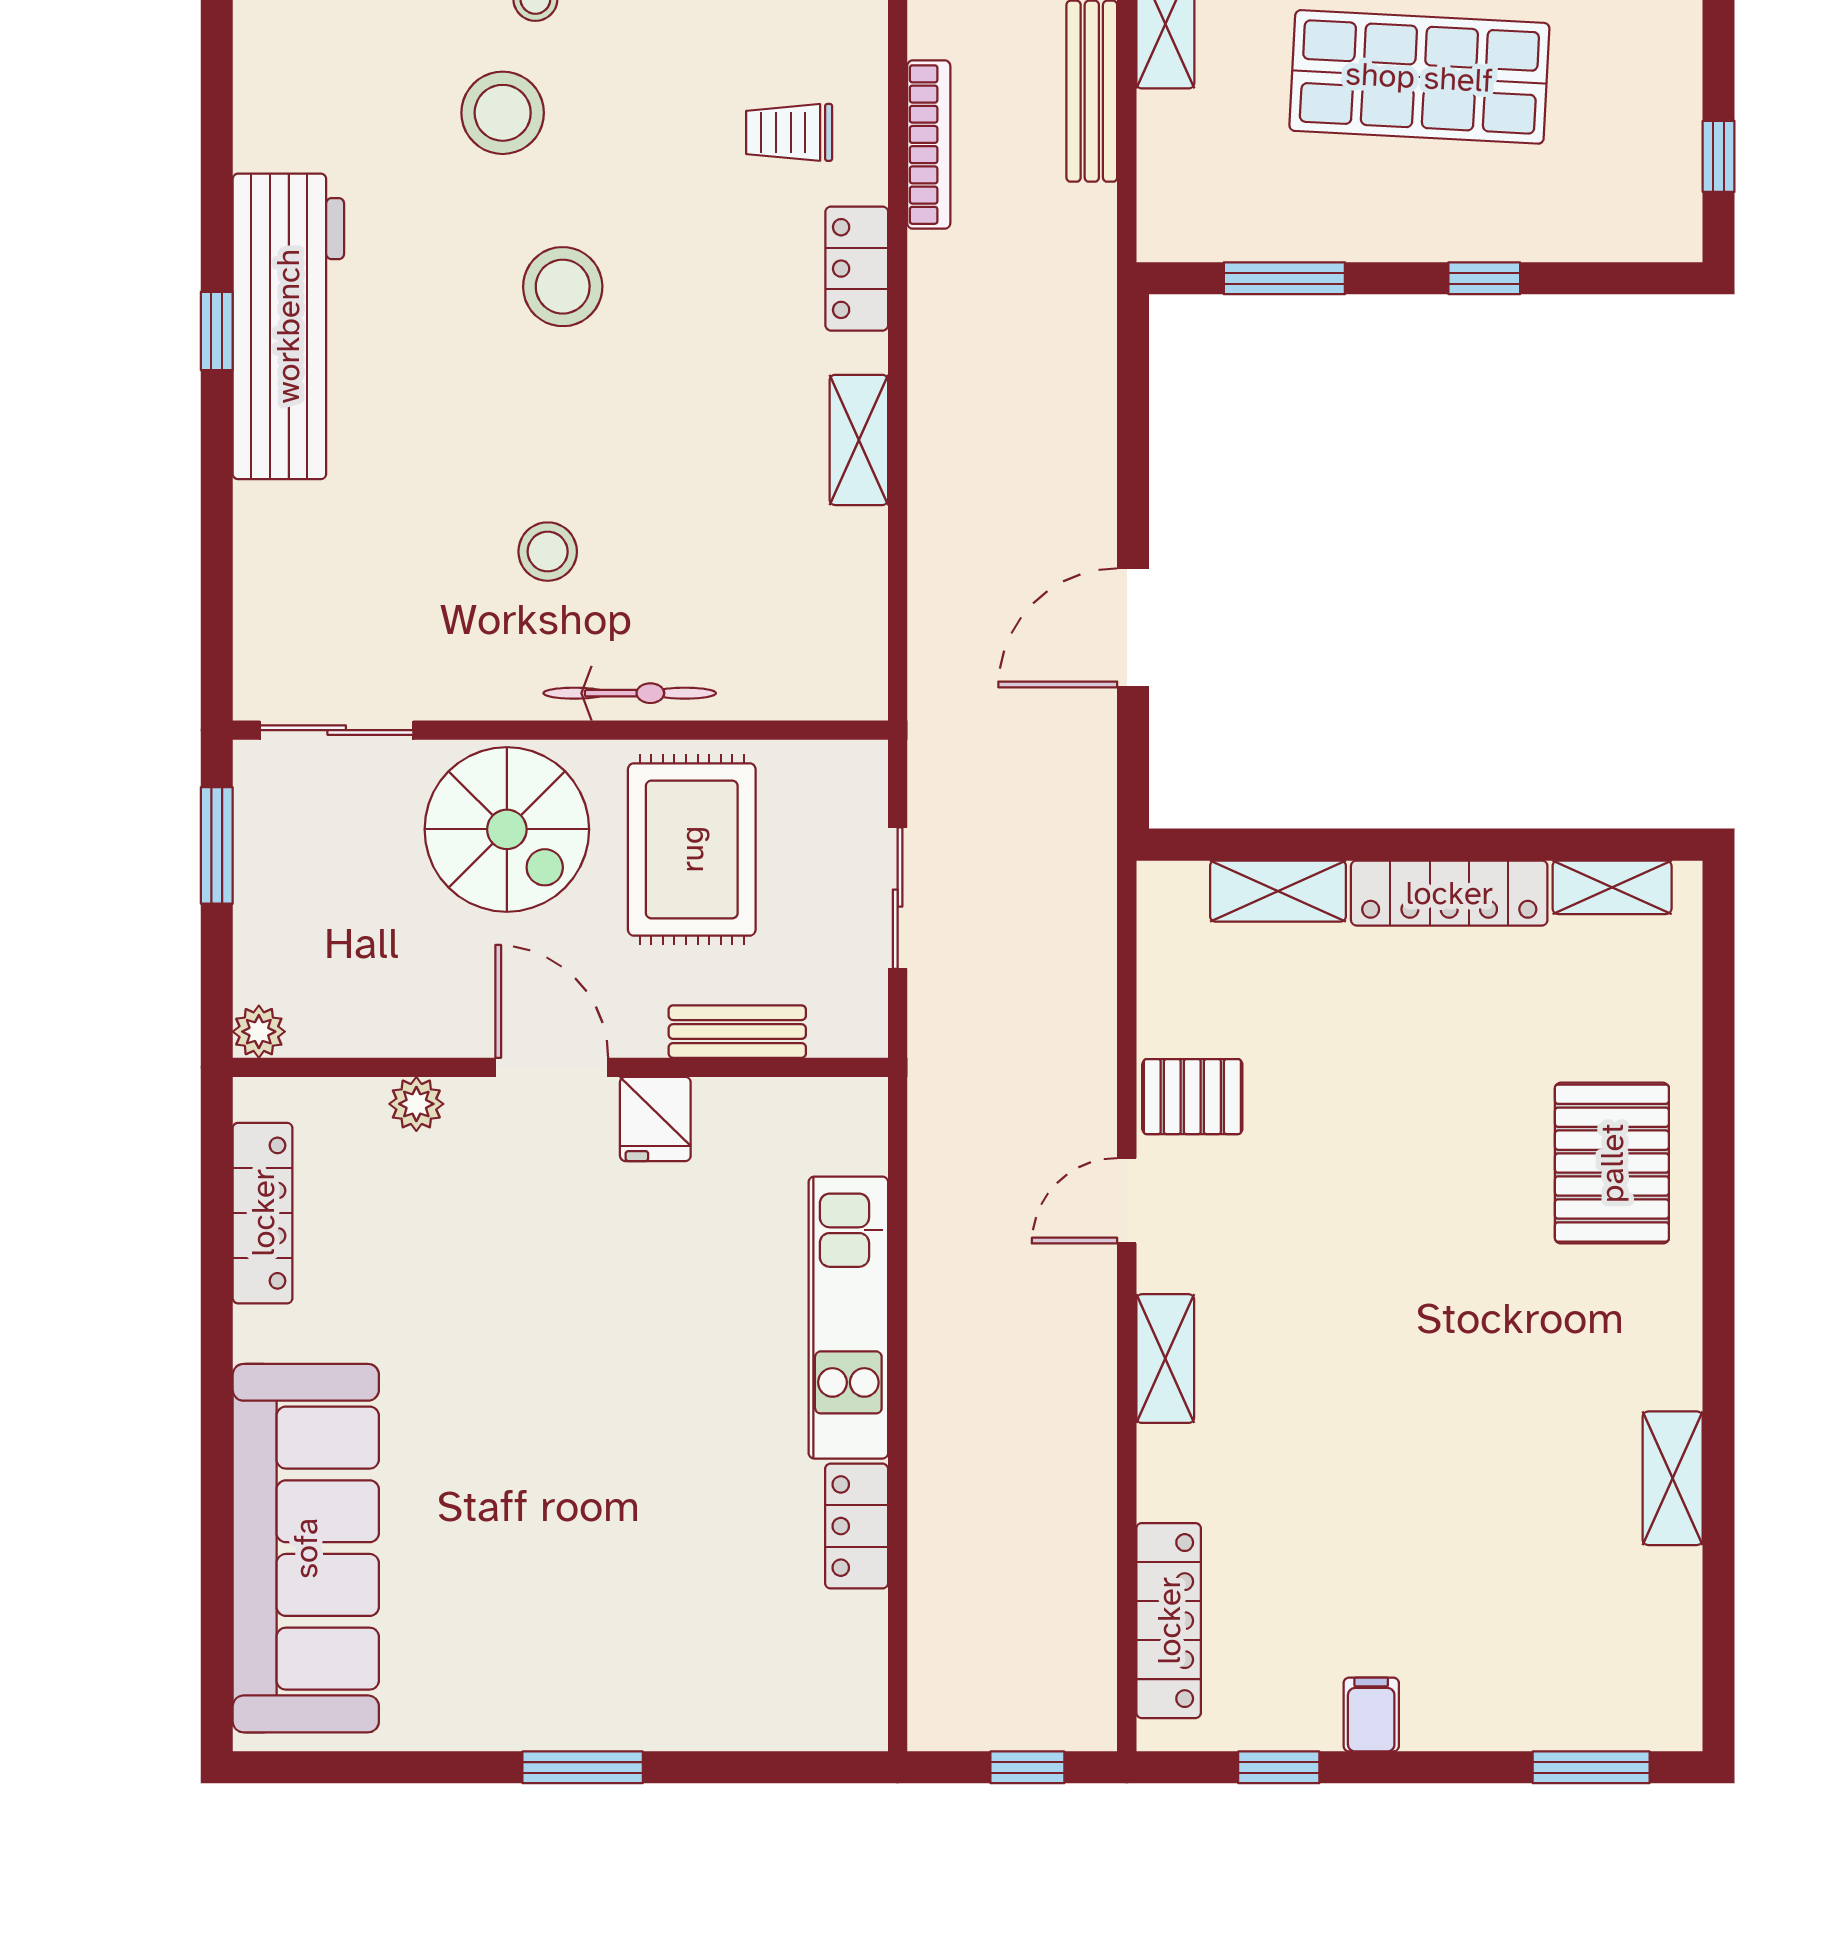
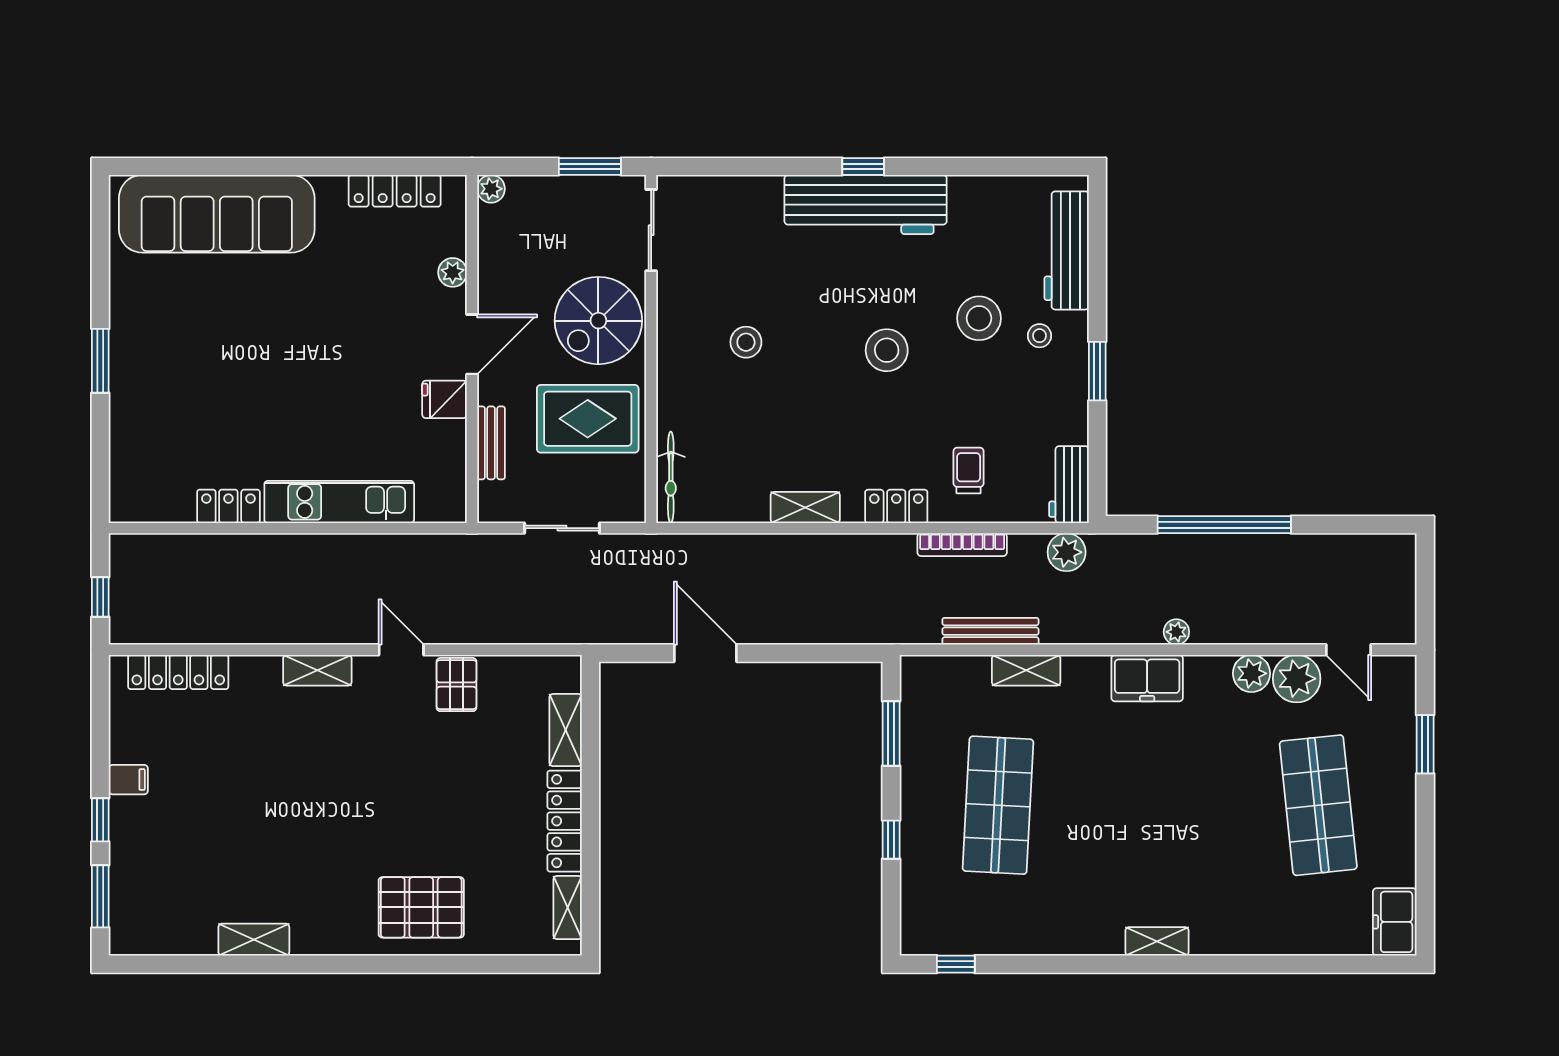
bicycle: (630, 693) -> (671, 477), moved
window: (1279, 1767) -> (100, 820), moved

